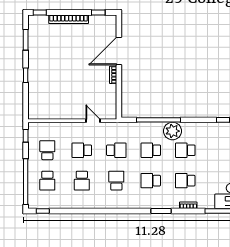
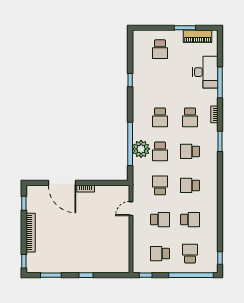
plant: (173, 131) -> (141, 149), moved
school desk: (82, 150) -> (160, 220), turned -90
school desk: (47, 181) -> (190, 254), turned -90
school desk: (151, 181) -> (190, 151), turned 90

